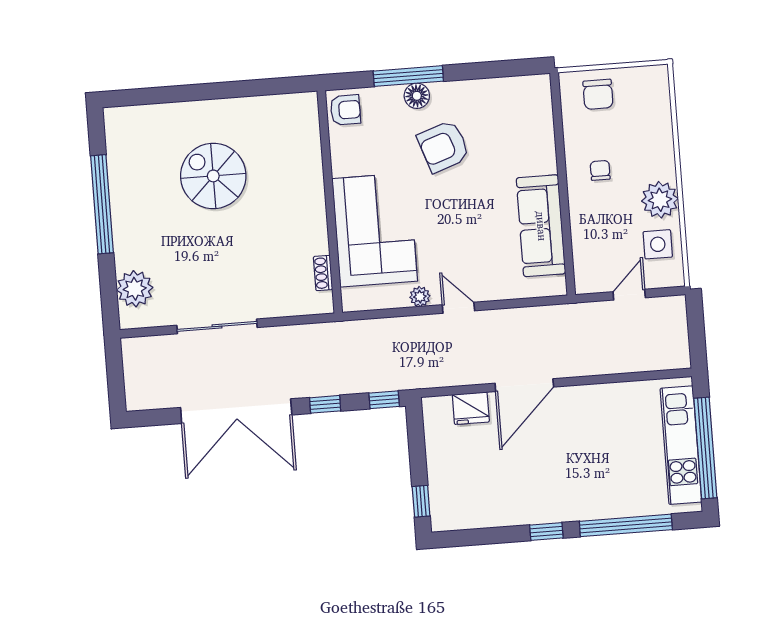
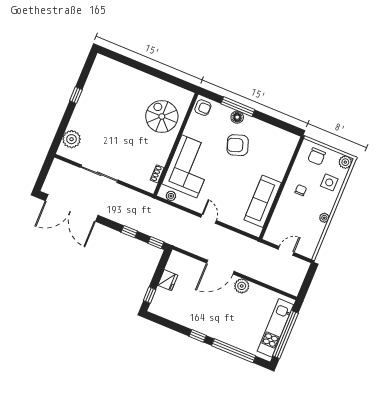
plant: (656, 78) -> (345, 162), added
spiral stairs: (213, 176) -> (162, 116), moved
plant: (660, 200) -> (324, 218), width x0.53, depth x0.53
window: (102, 204) -> (76, 95), width x0.32
side table: (658, 244) -> (329, 182), moved
plant: (420, 297) -> (171, 196), moved
plant: (581, 400) -> (242, 286), added
fridge: (471, 408) -> (168, 280), moved, turned -90
double door: (236, 411) -> (72, 208), moved

